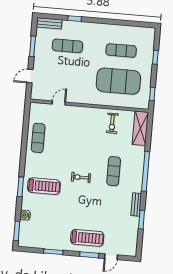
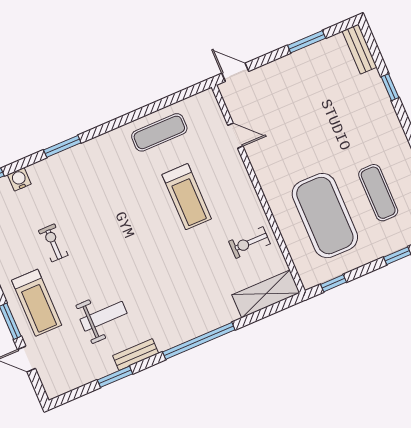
exercise mat: (67, 46) -> (338, 100), removed
door: (30, 76) -> (235, 72), moved
exercise mat: (114, 171) -> (171, 287), removed
exercise bike: (81, 177) -> (53, 243), moved
treadmill: (44, 186) -> (187, 197), moved
weight bench: (110, 210) -> (104, 316), added

